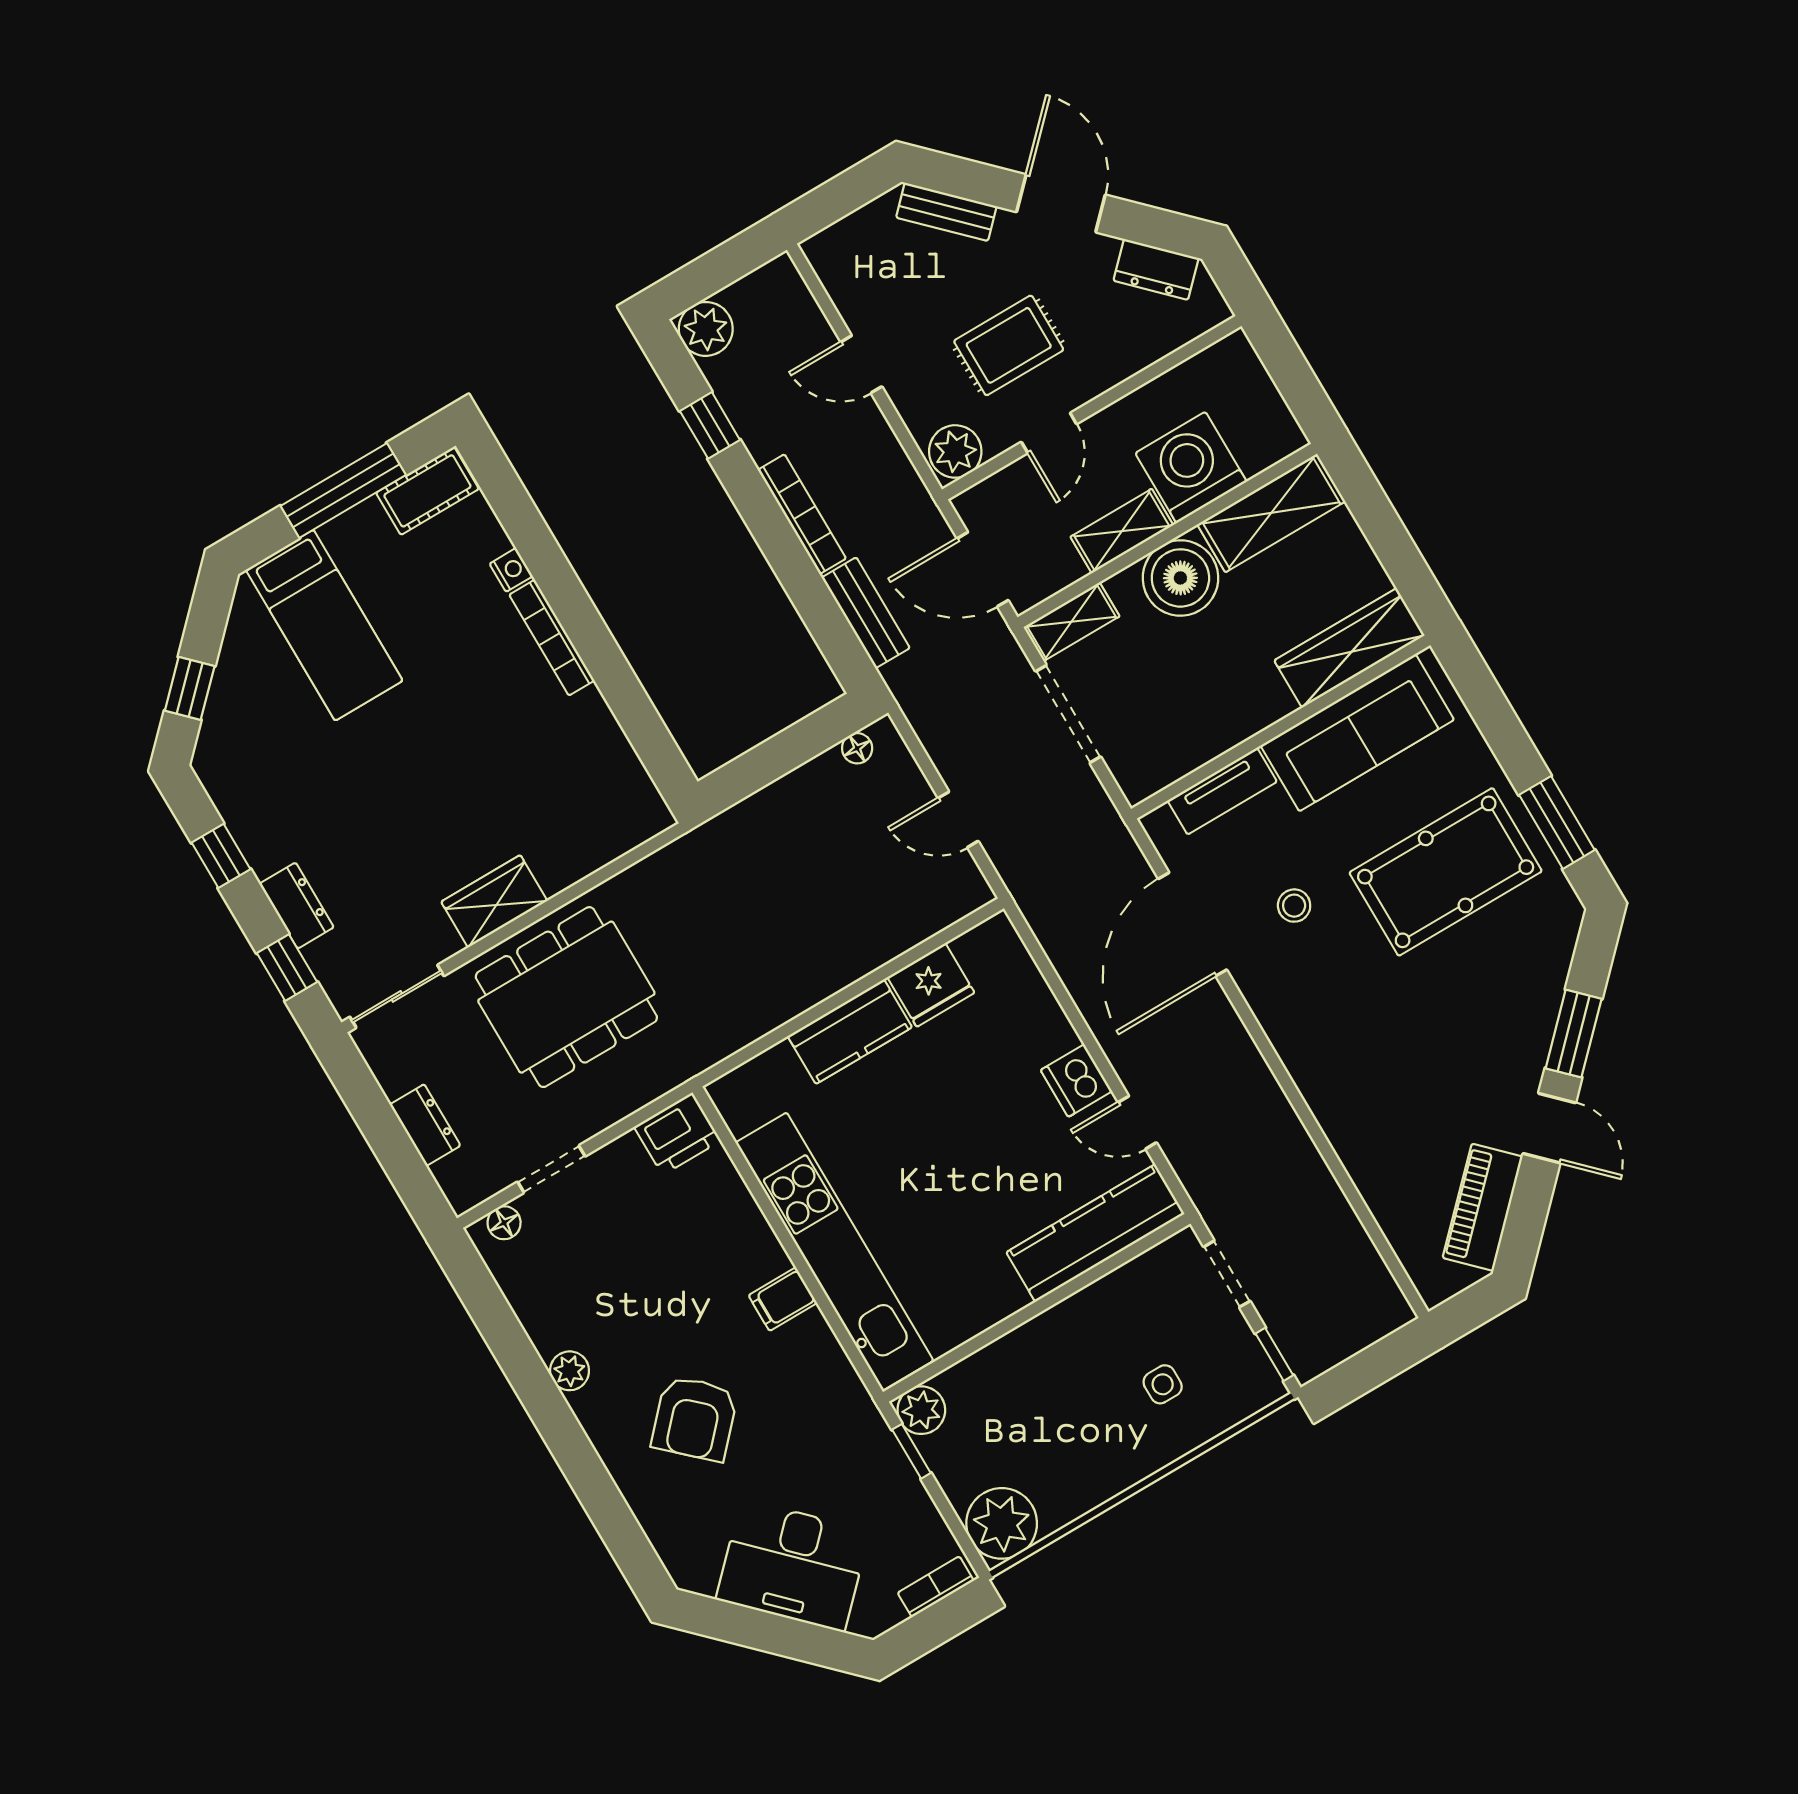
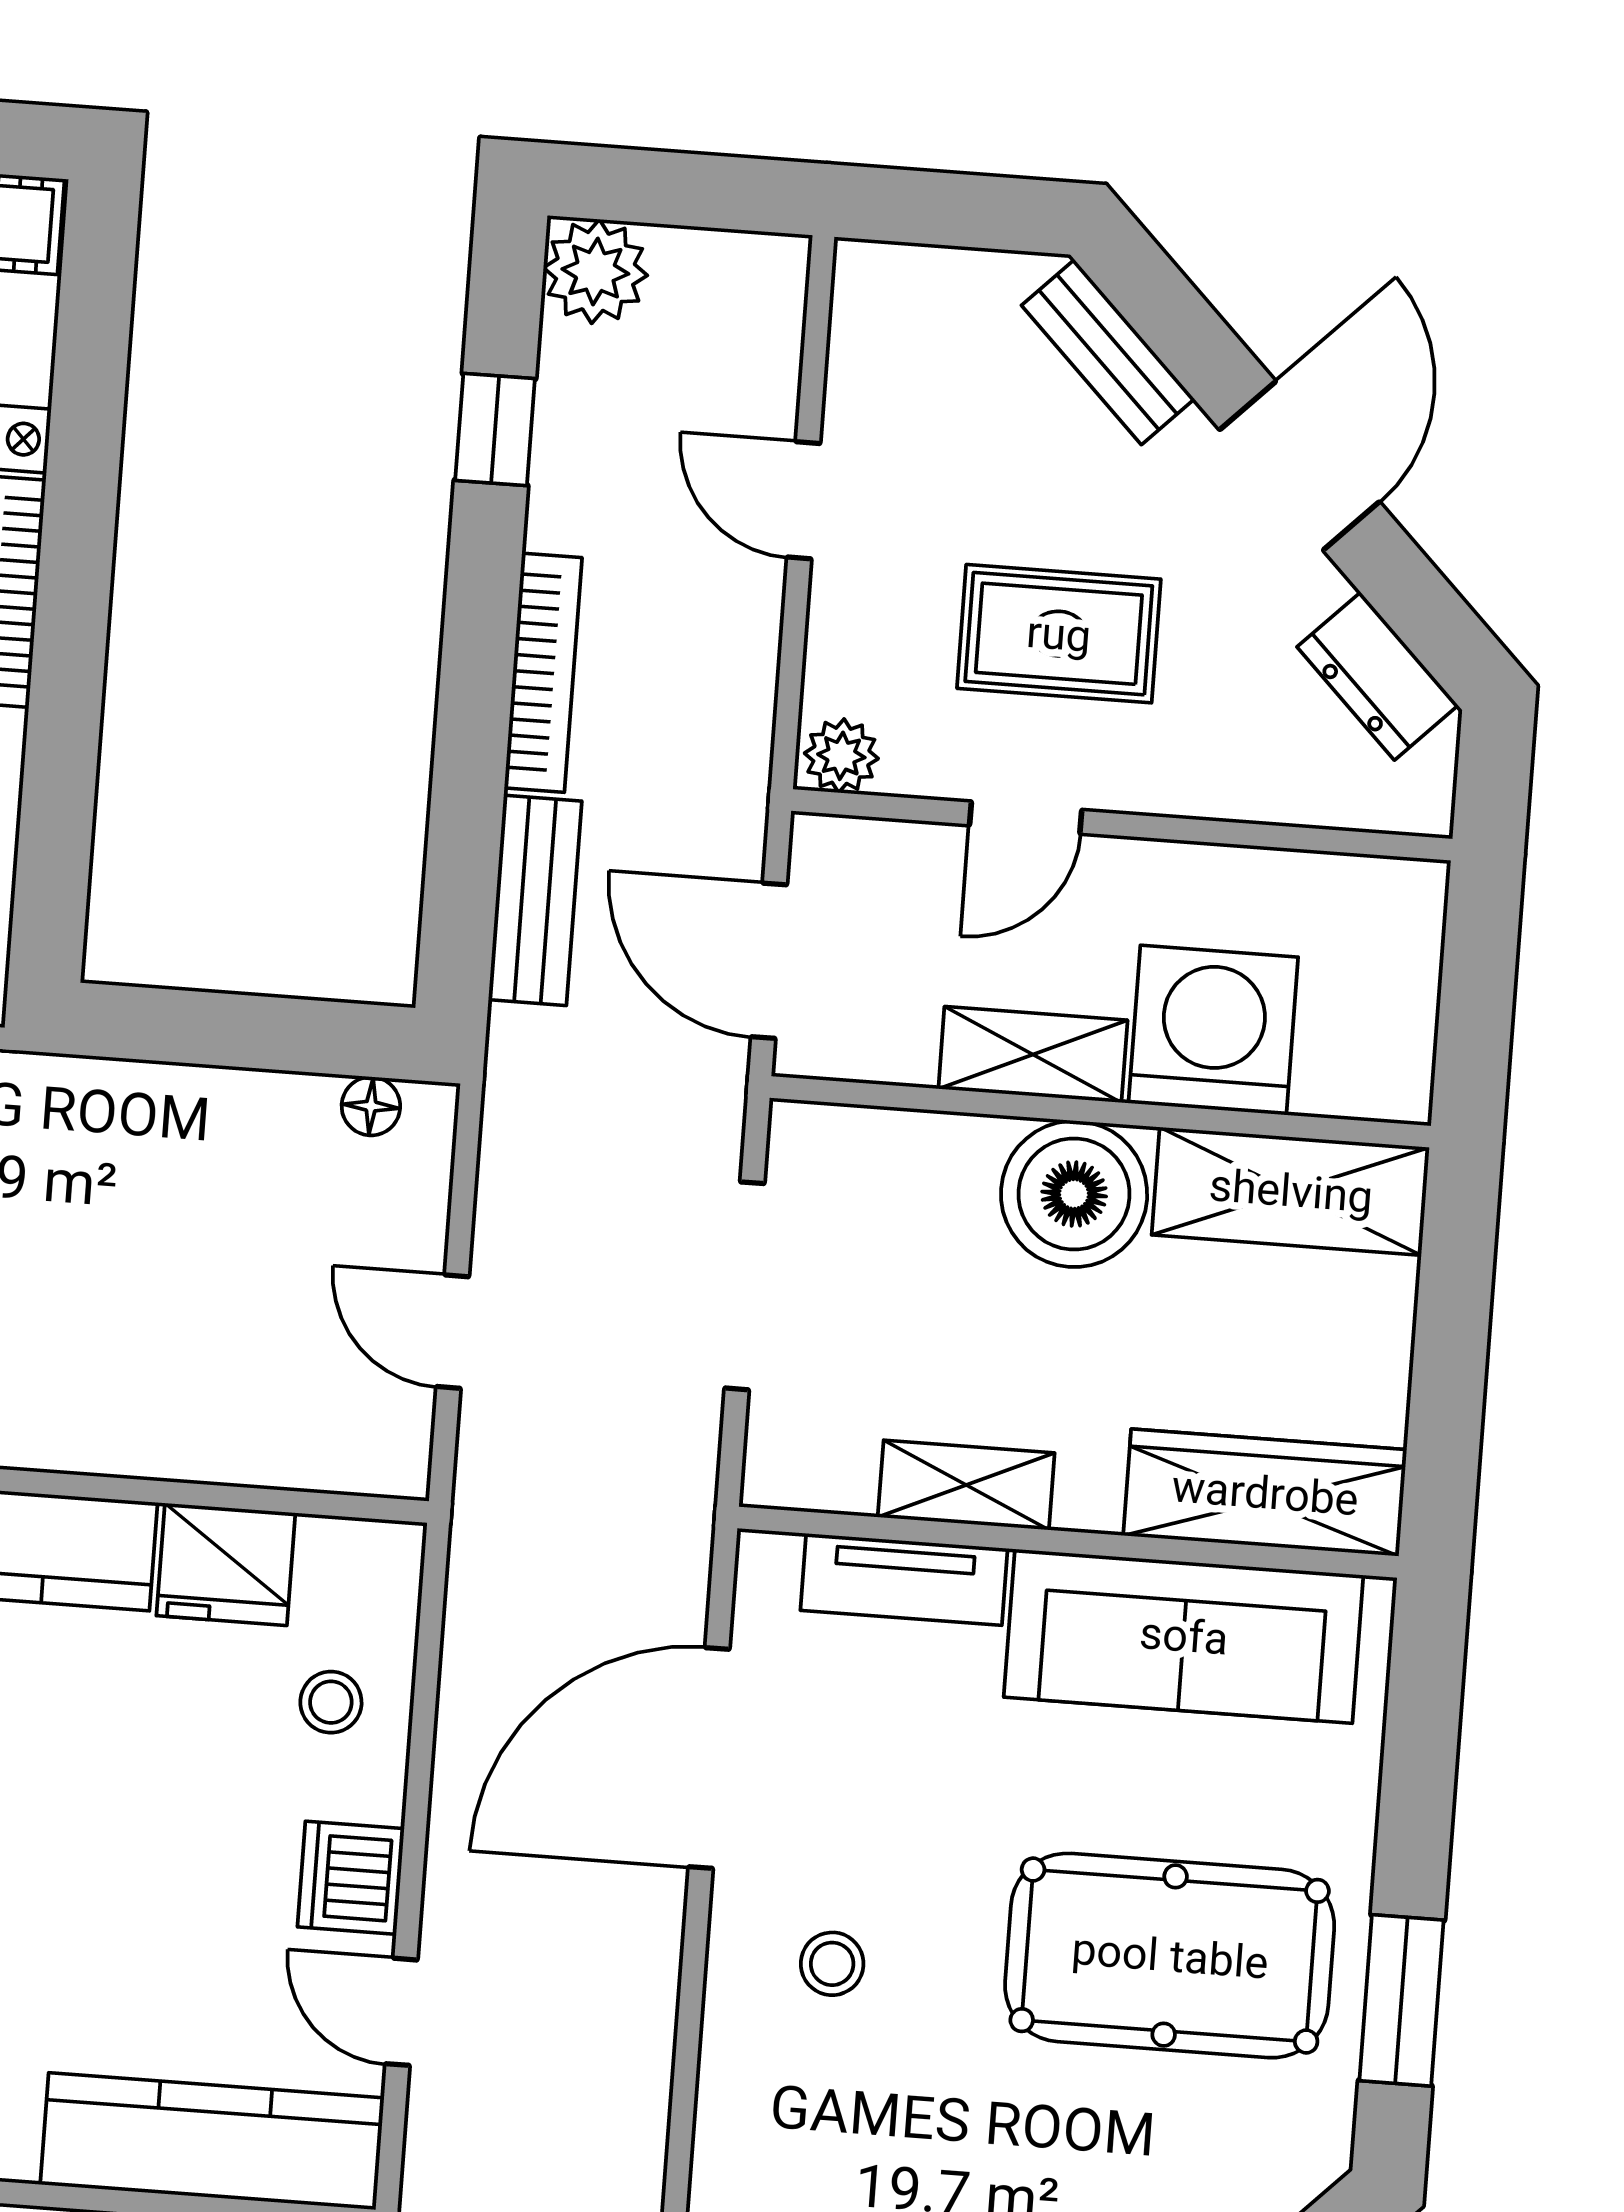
plant: (955, 451) -> (841, 756), width x0.73, depth x0.73
shelving: (1071, 622) -> (966, 1485), moved
stool: (1294, 906) -> (832, 1964), moved
stool: (1016, 1012) -> (331, 1702), added

